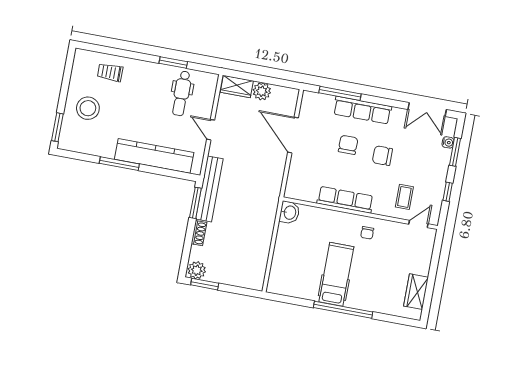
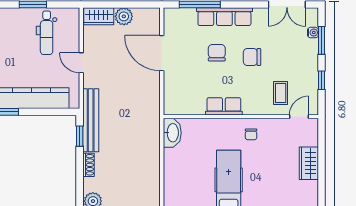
row of seats: (345, 200) -> (224, 106), width x0.68
window: (195, 203) -> (80, 136), width x0.67
washbasin: (289, 213) -> (172, 133), width x1.38
wardrobe: (416, 292) -> (309, 163), moved

